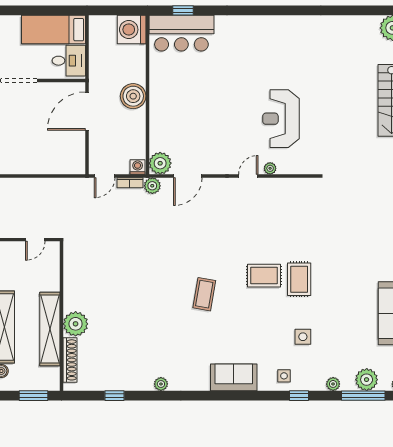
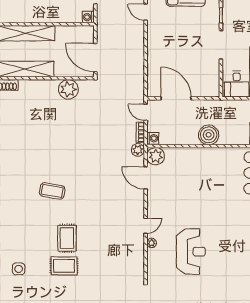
door: (87, 111) -> (176, 98), moved
reception desk: (281, 119) -> (191, 252), turned 90
door: (248, 176) -> (146, 226), hinge flipped
door: (35, 240) -> (95, 58), width x1.88
plant: (76, 324) -> (68, 89), moved

